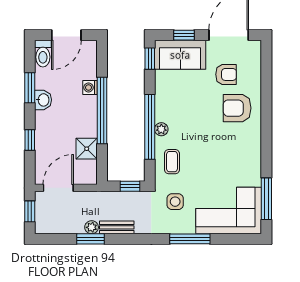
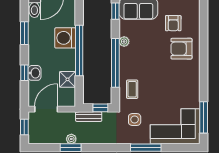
armchair: (226, 74) -> (173, 23), turned 90
washing machine: (90, 87) -> (65, 38), width x1.89, depth x1.89
washbasin: (43, 100) -> (35, 73), moved
plant: (161, 129) -> (124, 42), moved
bench: (117, 227) -> (89, 117), moved

